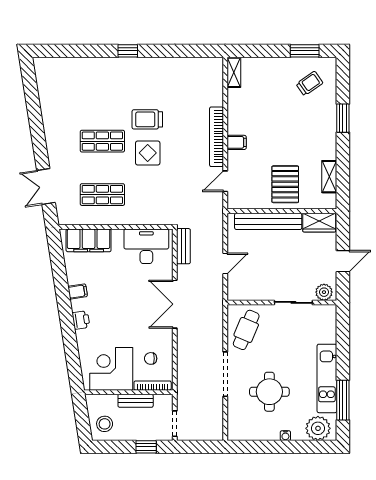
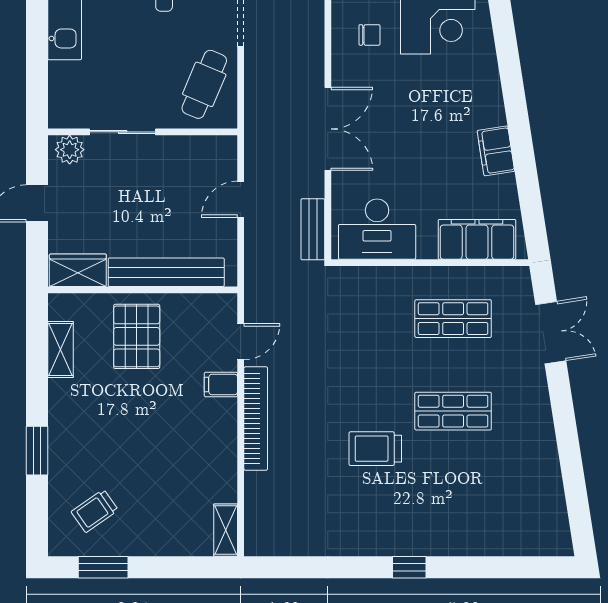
trolley: (147, 119) -> (375, 449), turned 180
filing cabinet: (237, 142) -> (221, 385), moved
display table: (148, 153) -> (375, 390), removed
filing cabinet: (78, 291) -> (496, 151), width x2.00
printer: (81, 320) -> (490, 101), removed

